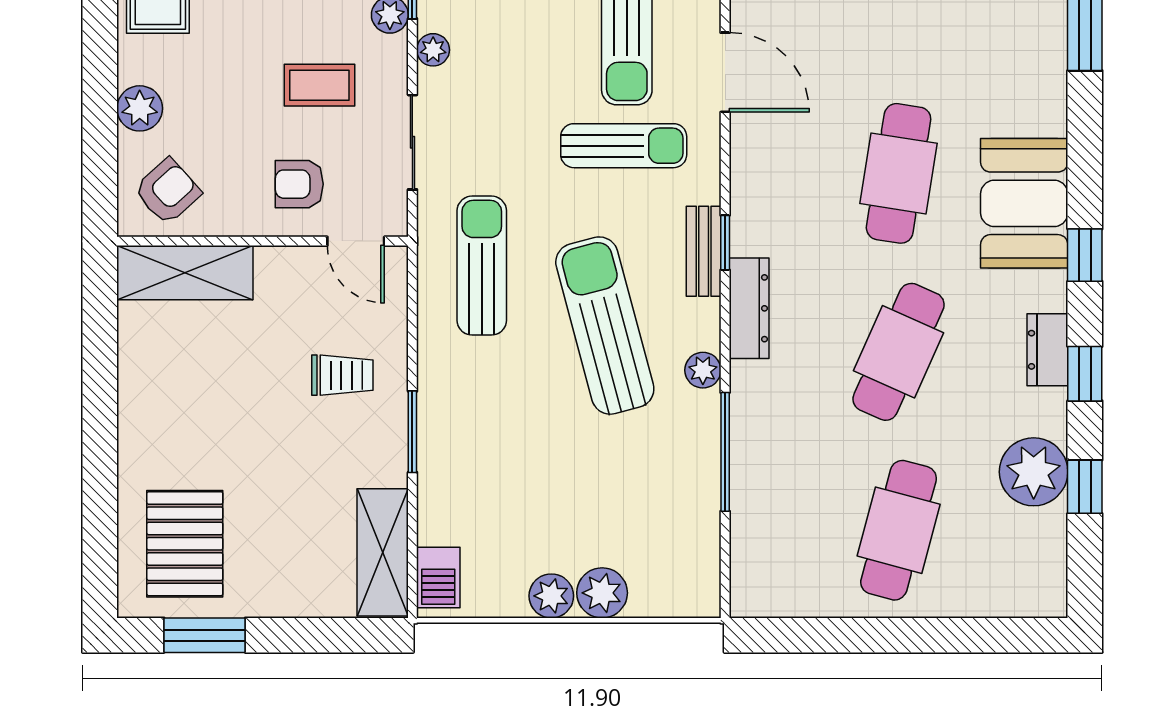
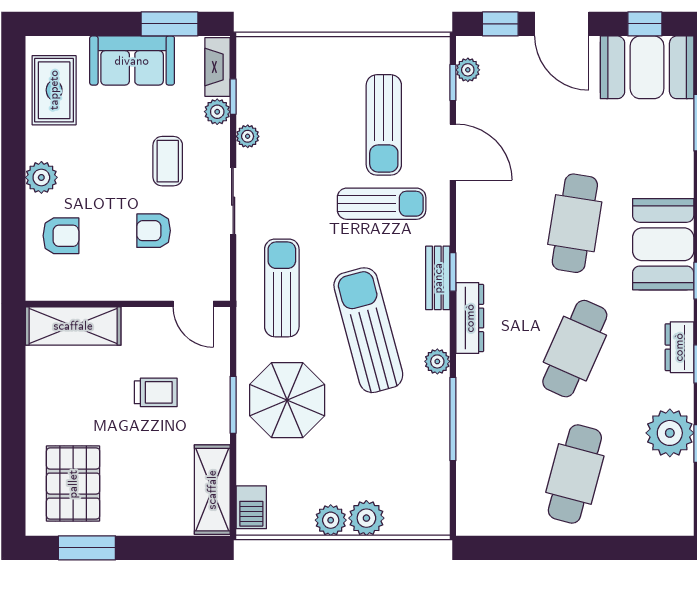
coffee table: (319, 85) -> (168, 161), turned 90
armchair: (168, 191) -> (61, 236), turned 42
wall: (263, 241) -> (128, 304), moved
door: (356, 241) -> (193, 304), moved
shelving: (185, 273) -> (73, 326), moved
trolley: (342, 375) -> (156, 392), moved
parasol: (489, 425) -> (287, 400), added

